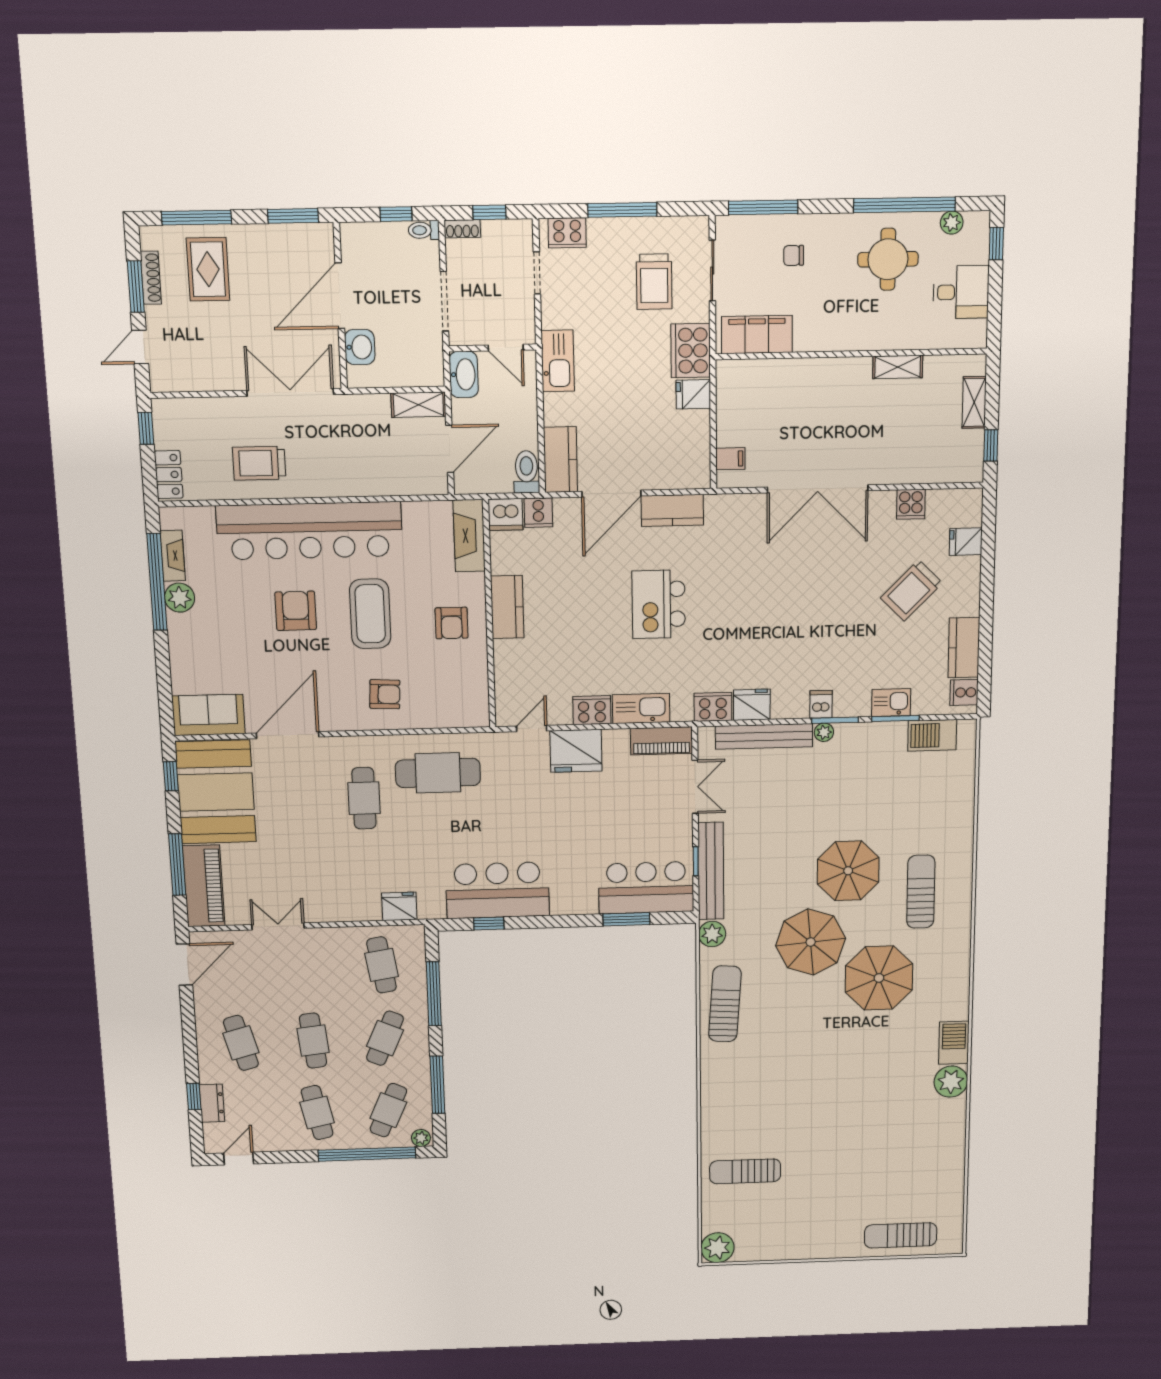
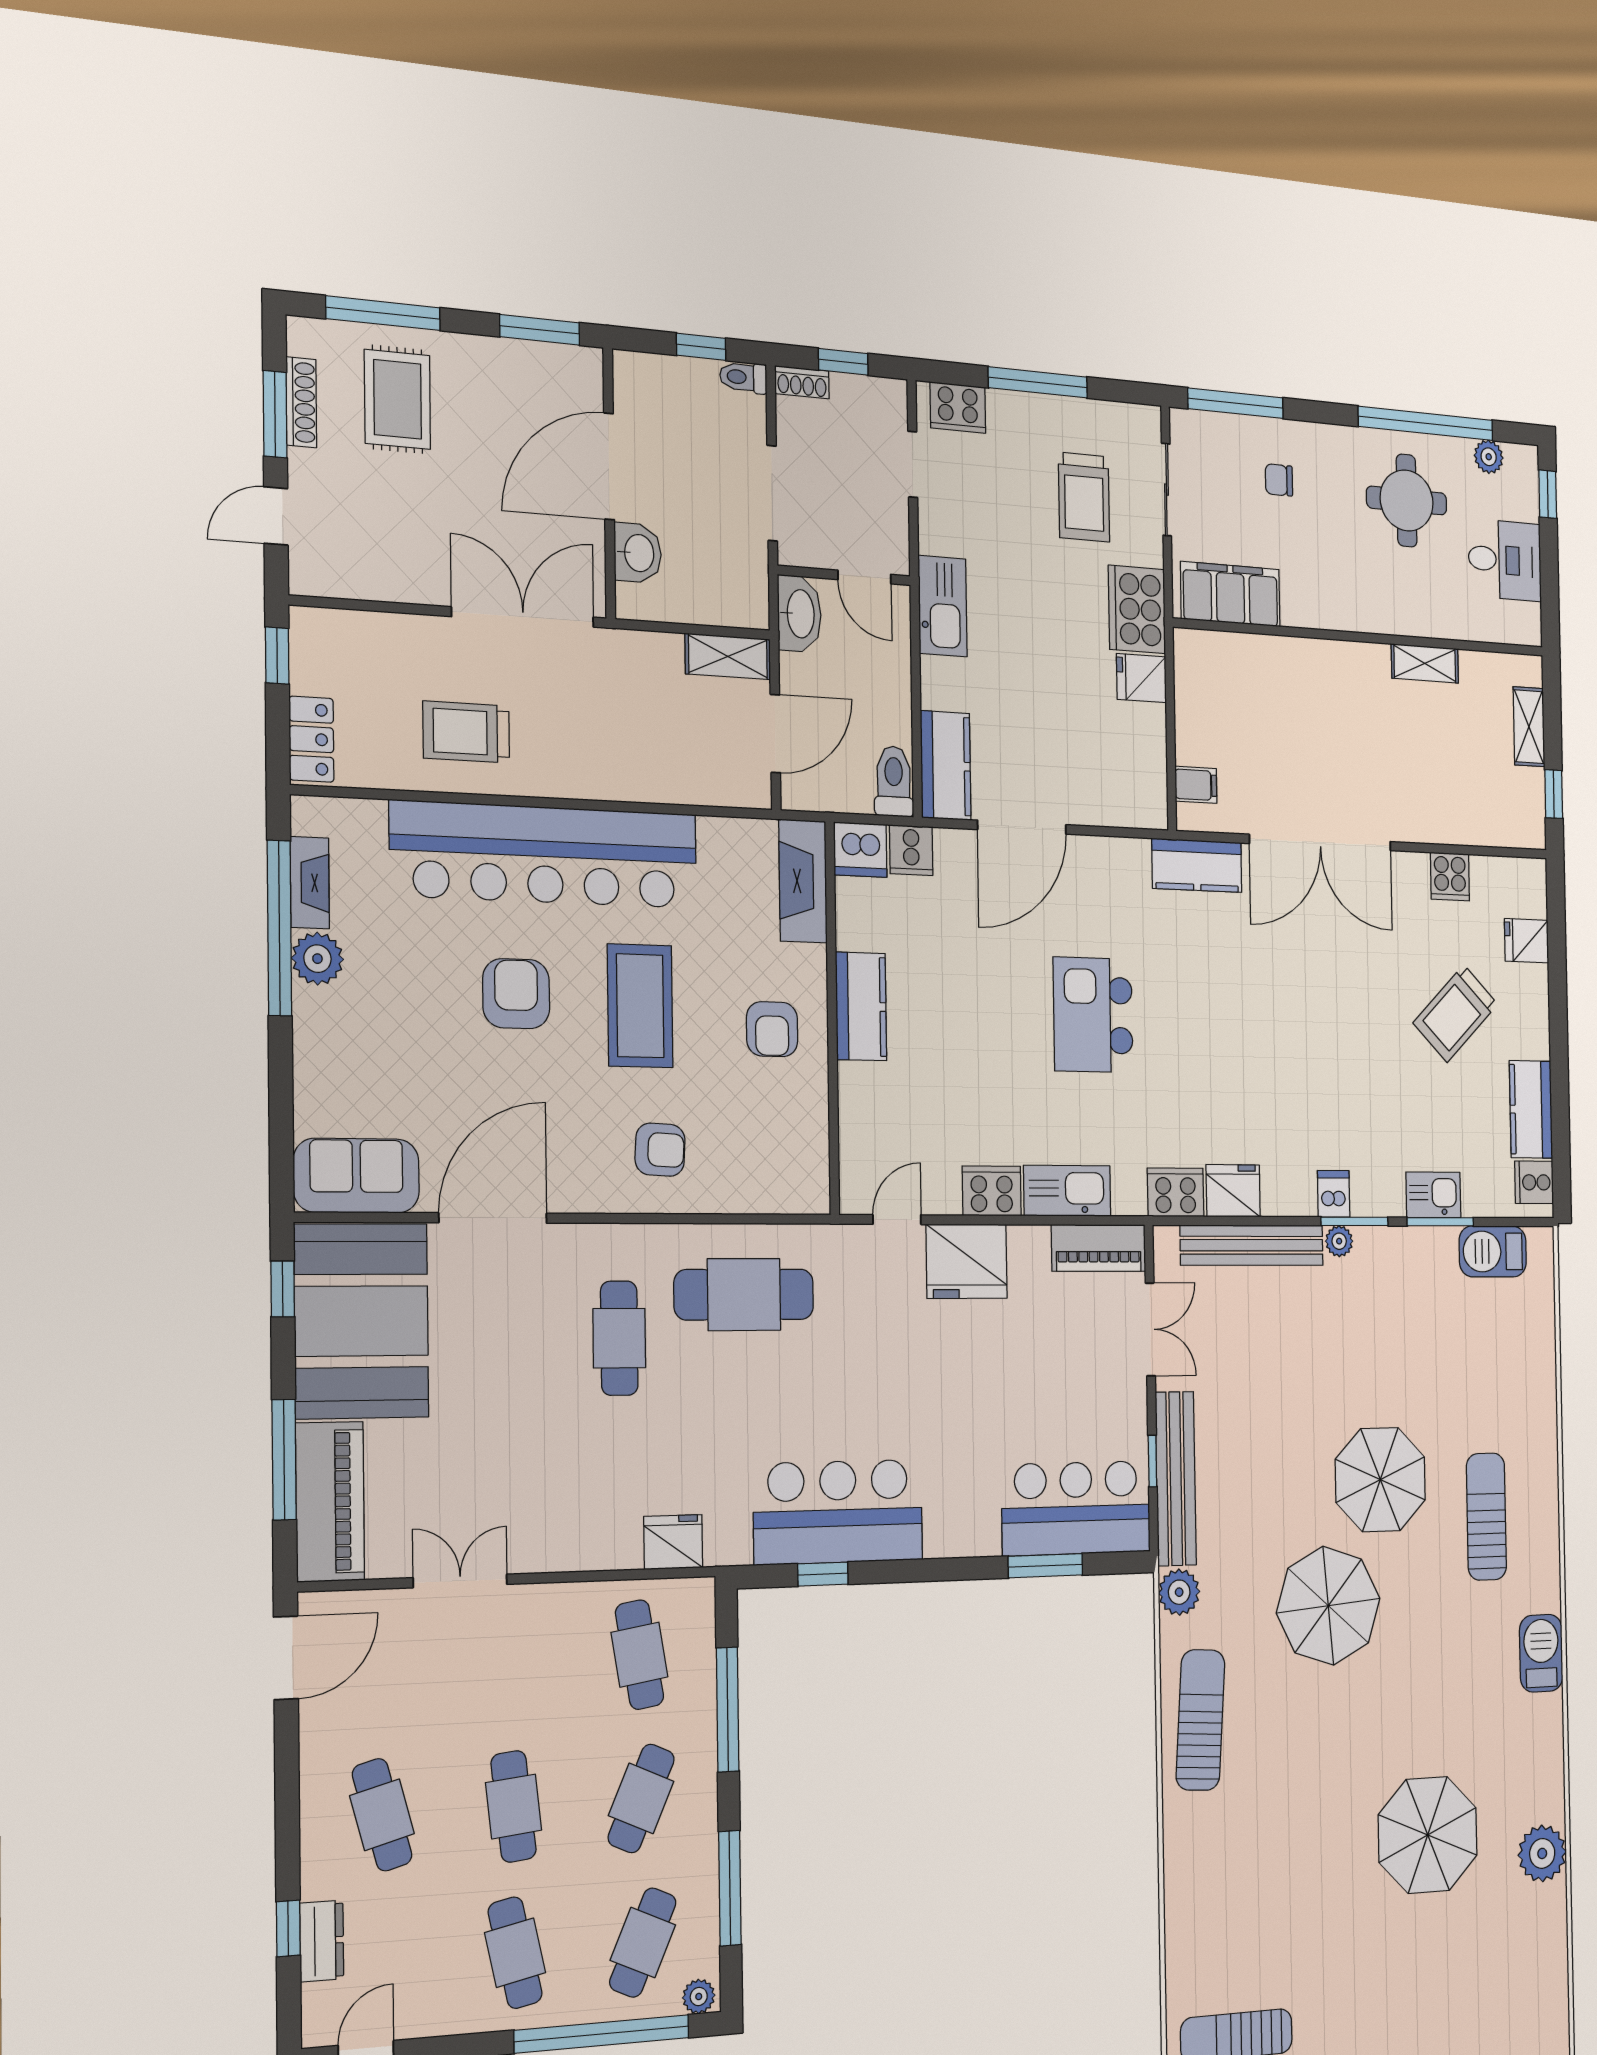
kitchen counter: (672, 510) -> (1197, 865), moved
parasol: (879, 978) -> (1428, 1835), moved
barbecue: (954, 1043) -> (1541, 1653), moved

